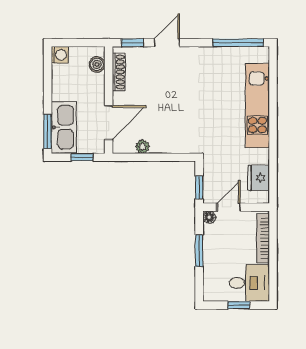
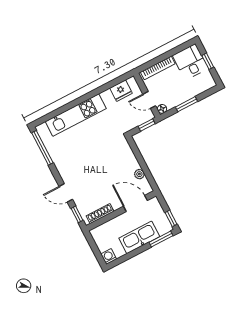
boiler: (97, 64) -> (102, 230), removed
kitchen sink: (64, 127) -> (139, 237), moved
window: (82, 157) -> (171, 218), moved

